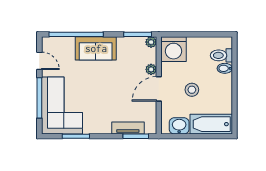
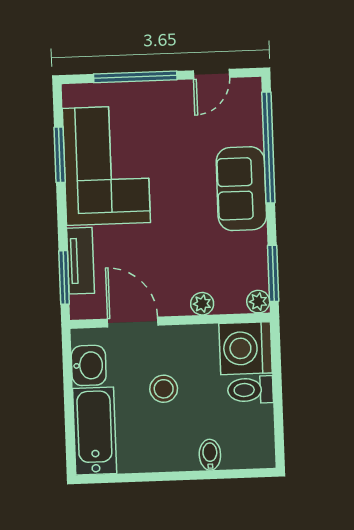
toilet: (221, 55) -> (250, 390), moved, turned -90
door: (159, 89) -> (133, 322), moved
corner sofa: (62, 105) -> (106, 166), moved, turned -90

